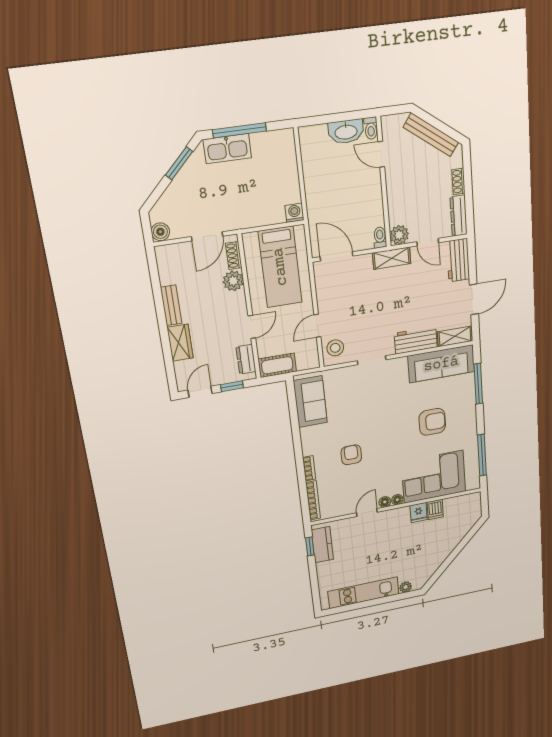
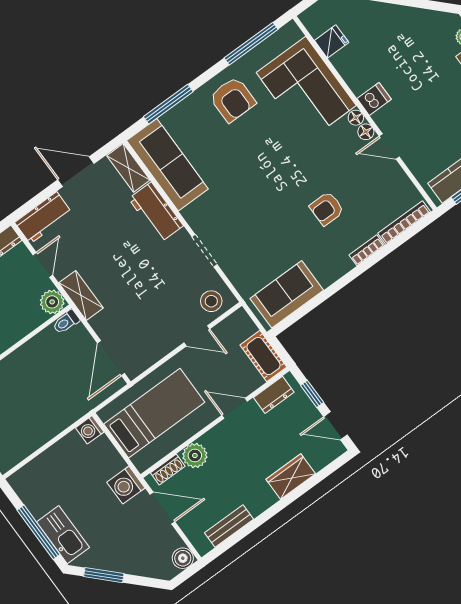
washing machine: (239, 218) -> (126, 485), added
bench: (171, 305) -> (229, 526), moved
armchair: (432, 422) -> (233, 99), moved, turned 180
dishwasher: (435, 509) -> (374, 99), moved
fridge: (419, 513) -> (332, 41), moved

